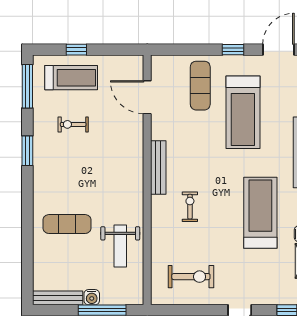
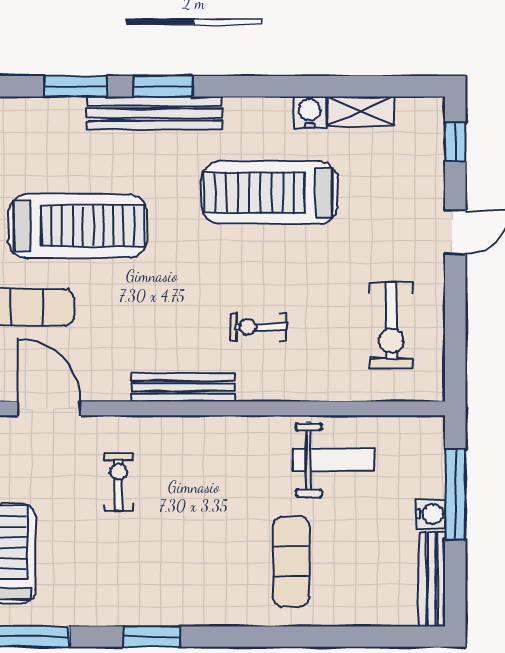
door: (147, 97) -> (49, 408), swing flipped
exercise bike: (73, 124) -> (119, 482), moved, turned 180
exercise bike: (191, 277) -> (391, 325), turned 180

